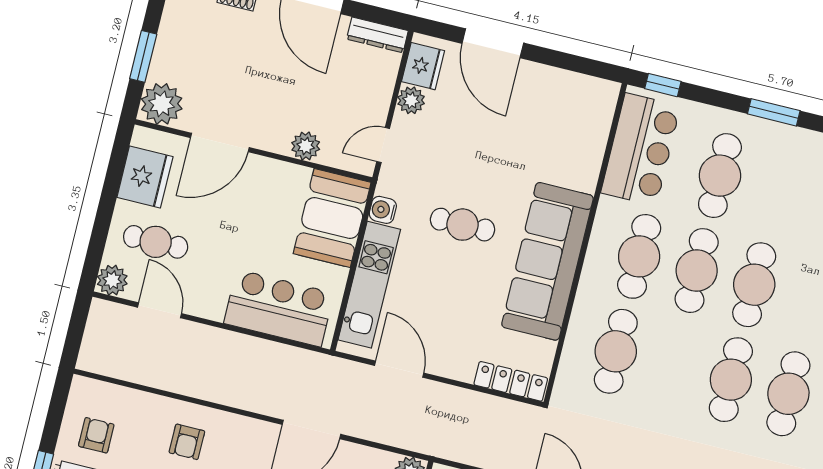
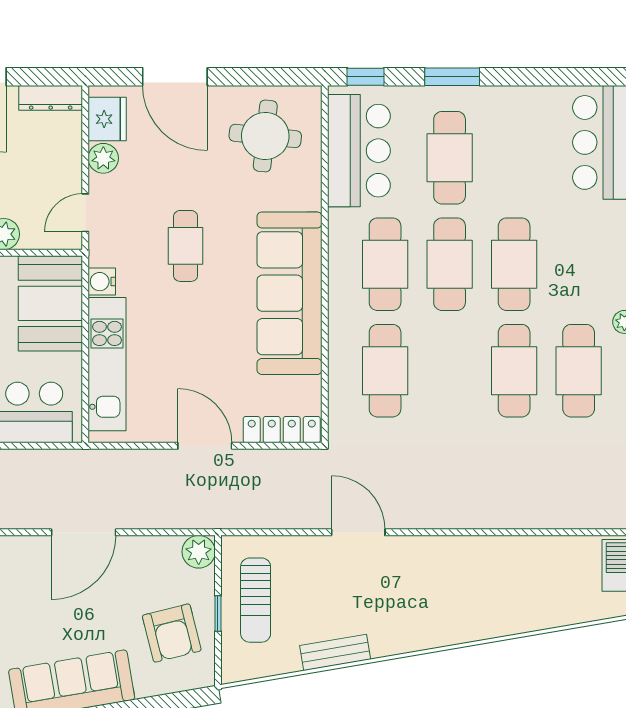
window: (774, 112) -> (452, 77), moved
round table: (560, 116) -> (265, 136), added
cafe table: (463, 225) -> (186, 246), moved, turned 90
door: (399, 369) -> (205, 446), moved

